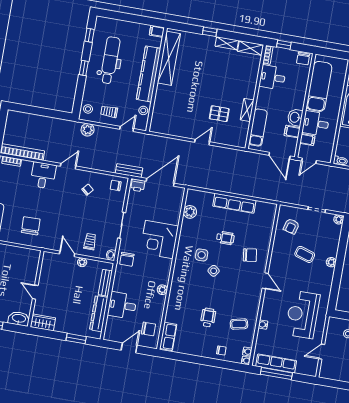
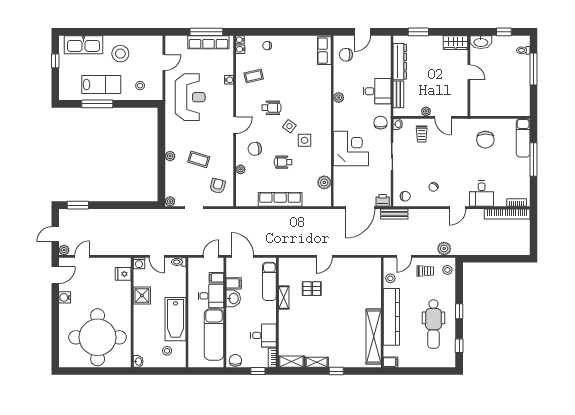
plant: (267, 238) -> (241, 169), added
door: (265, 281) -> (235, 125), swing flipped
desk: (122, 305) -> (377, 91), moved
wheelchair: (208, 318) -> (271, 108), moved, turned -90

